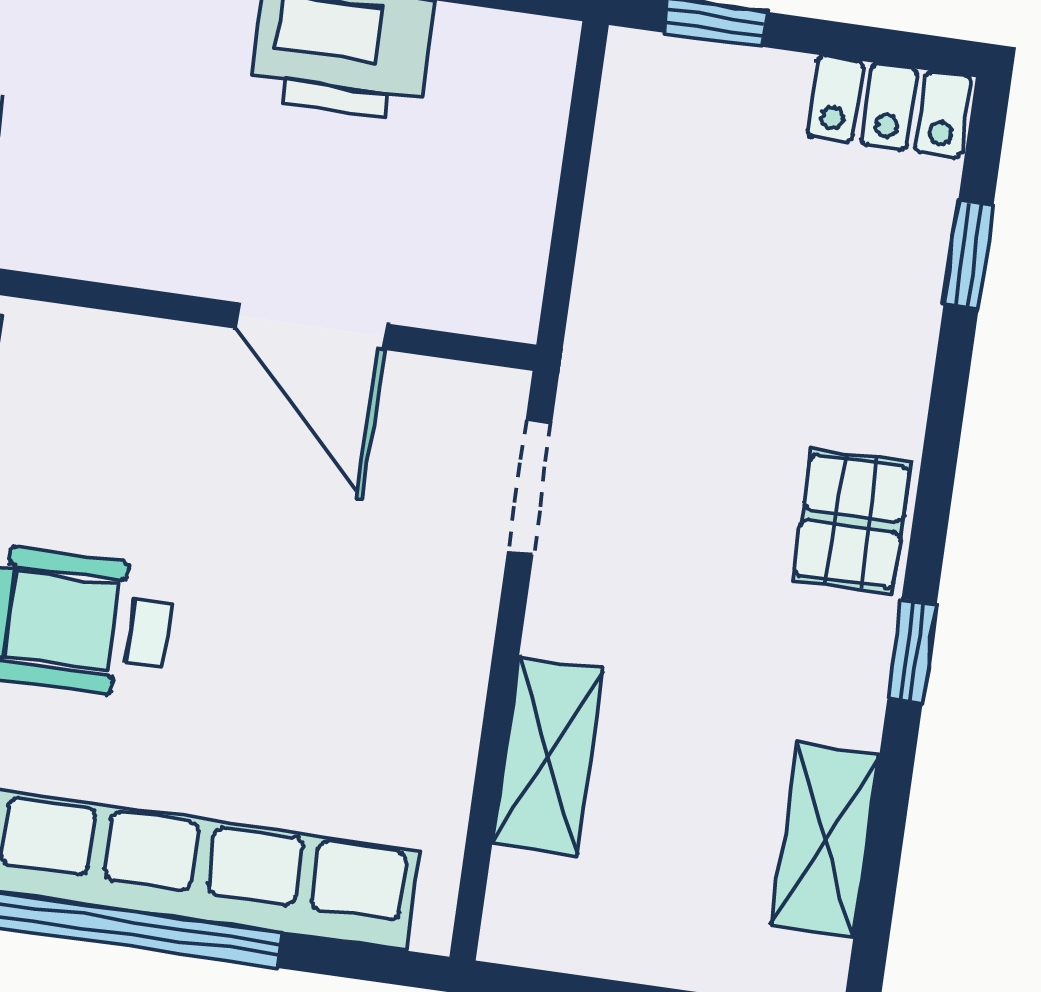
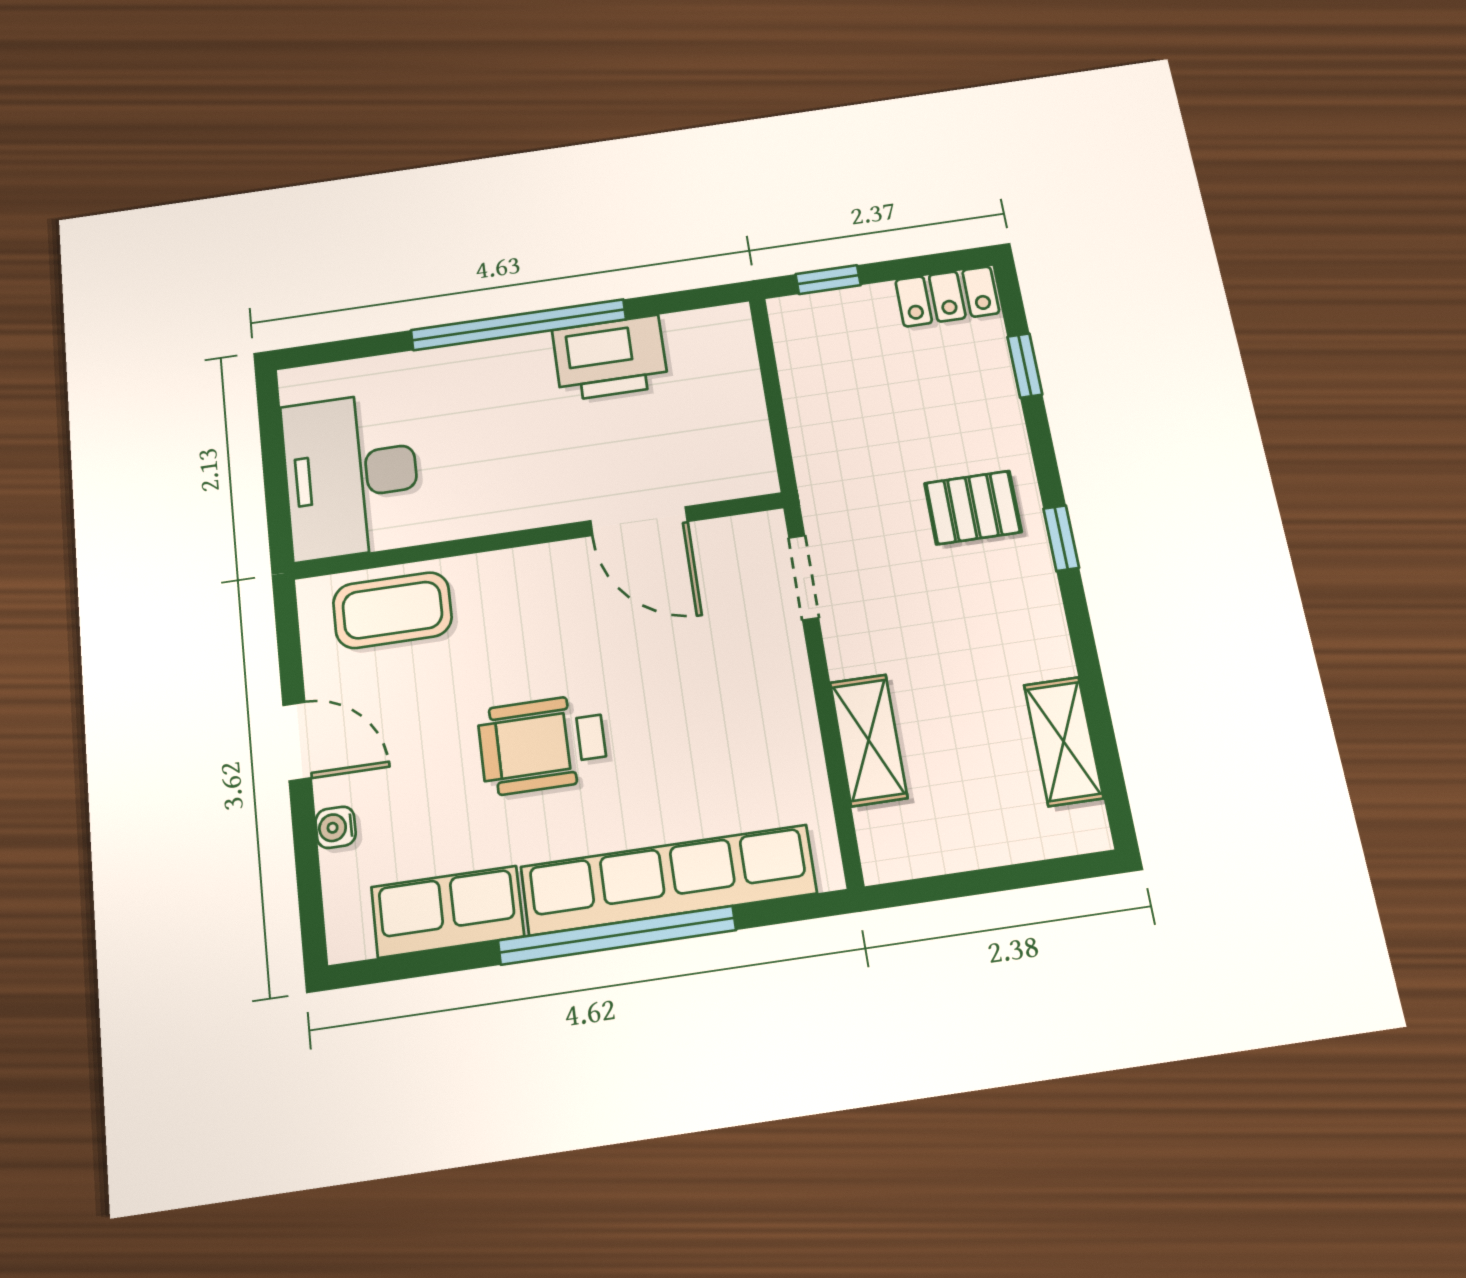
pallet: (852, 521) -> (973, 508), moved, turned 90
window: (912, 652) -> (1061, 538), moved

